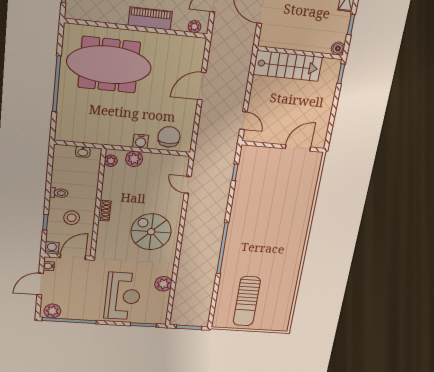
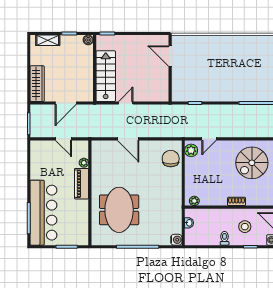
plant: (194, 27) -> (84, 163), moved
meeting table: (109, 65) -> (119, 210), width x0.73
door: (243, 121) -> (126, 103), moved
chair: (169, 137) -> (171, 159), turned 90
water cooler: (141, 141) -> (176, 240), moved
plant: (134, 159) -> (191, 150), moved

